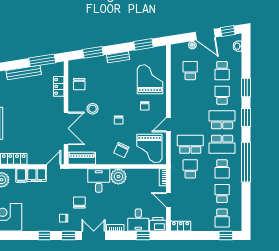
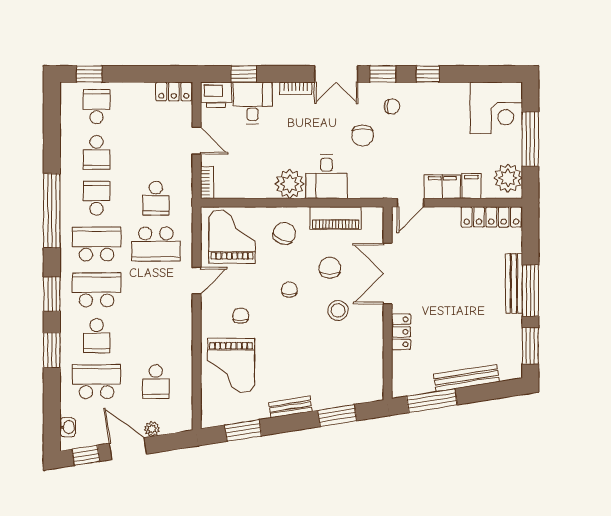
school desk: (222, 71) -> (97, 382), width x1.85
chair: (79, 84) -> (330, 268), moved
locker: (59, 86) -> (401, 332), moved
school desk: (222, 120) -> (97, 290), turned 180
piano: (82, 158) -> (336, 218), moved

